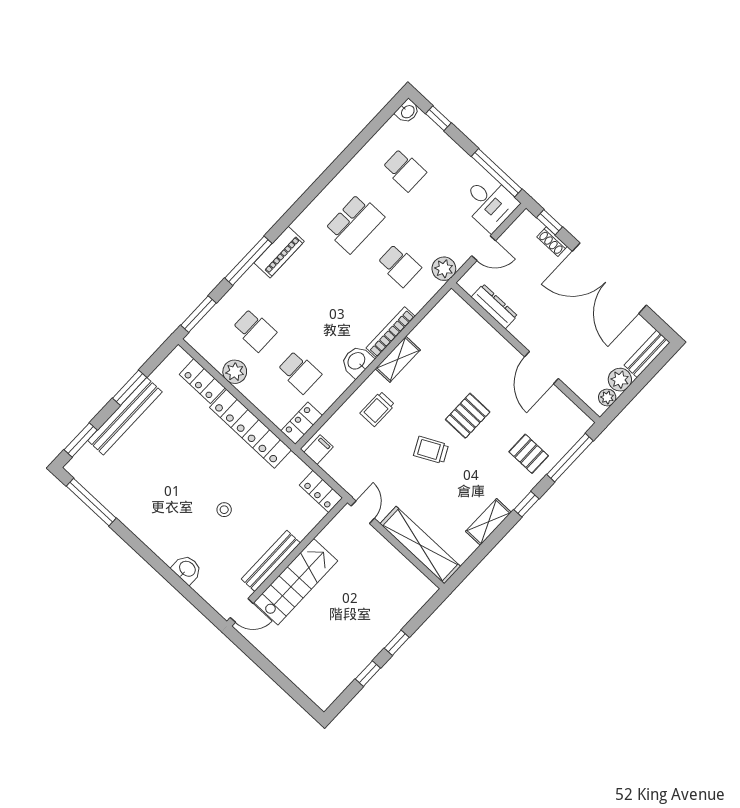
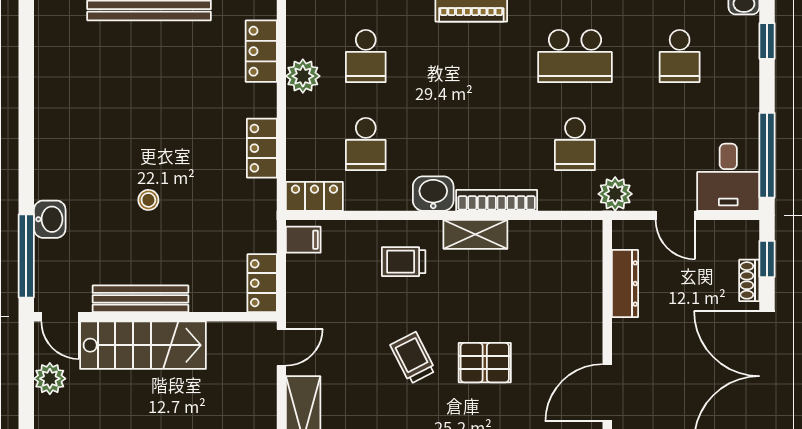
locker: (250, 429) -> (262, 148), width x0.46, depth x0.83
window: (91, 502) -> (26, 256), moved
plant: (268, 645) -> (50, 379), added

